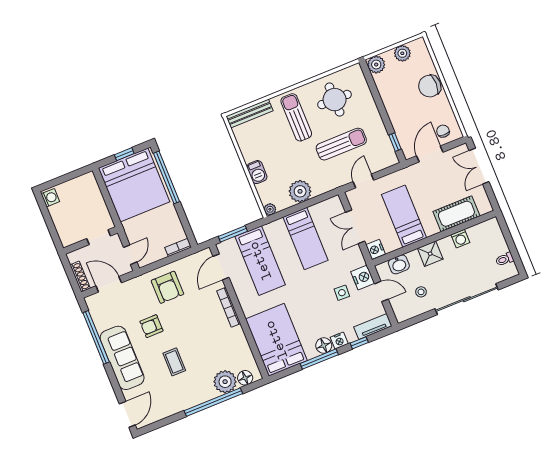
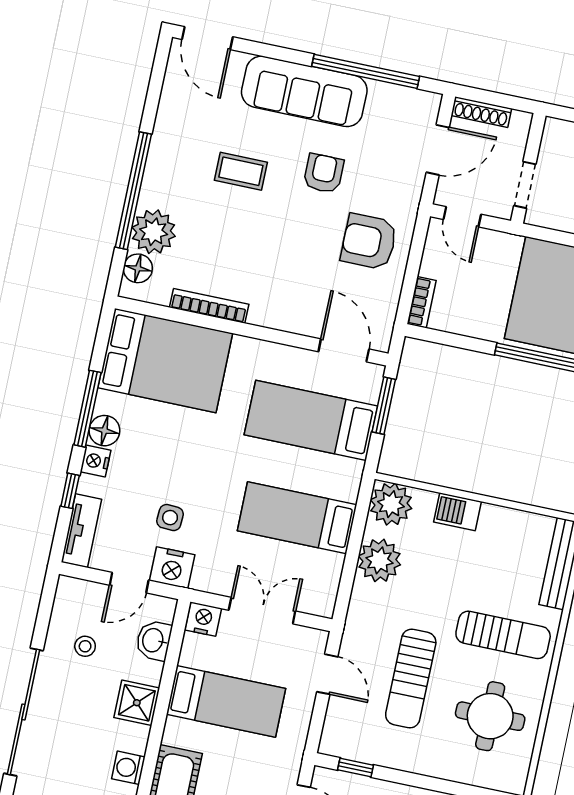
plant: (270, 209) -> (391, 504), width x1.88, depth x1.88
bookcase: (229, 307) -> (209, 306), moved

